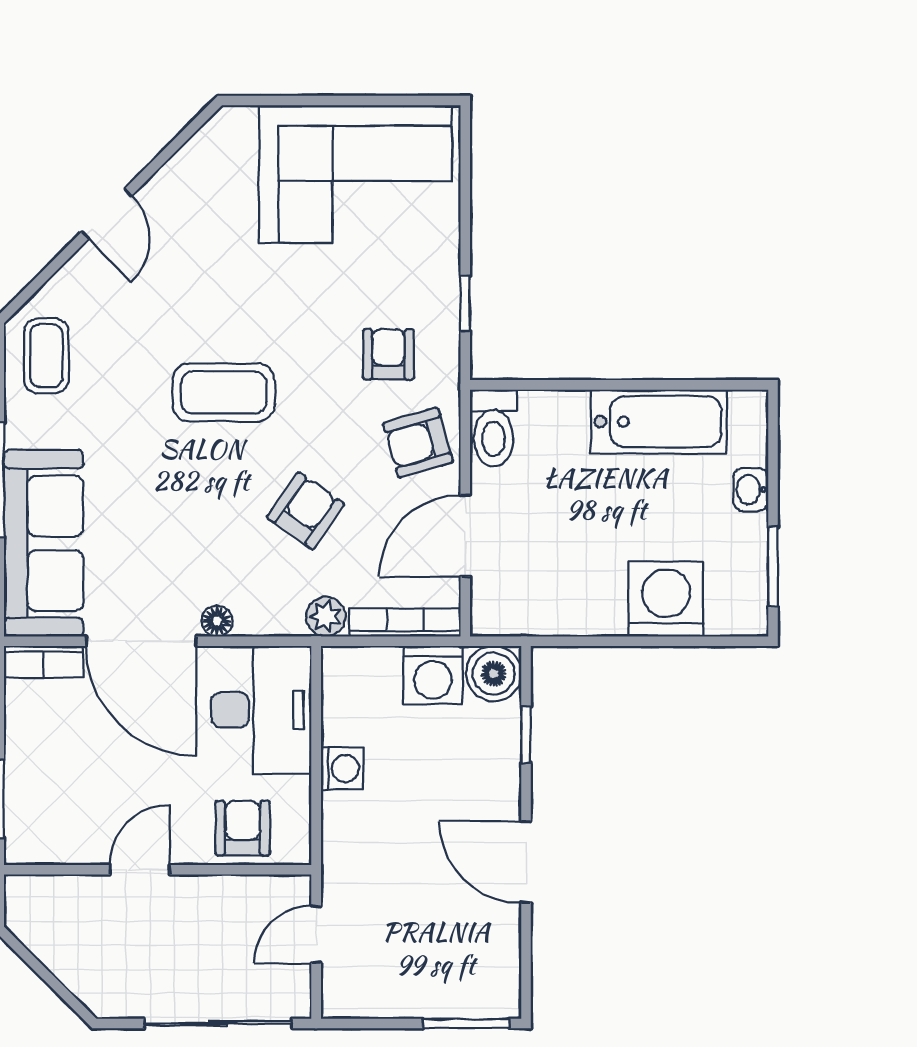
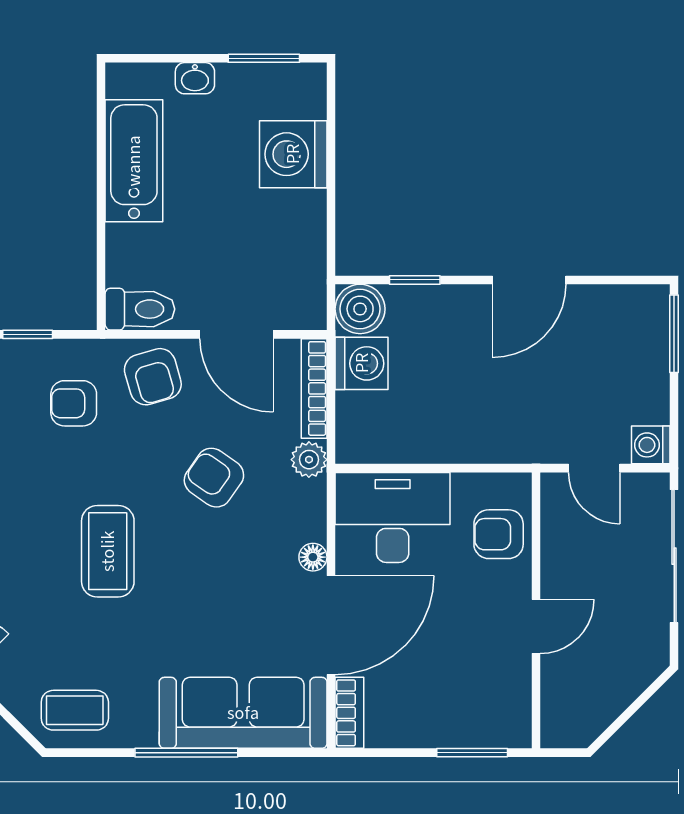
washing machine: (342, 769) -> (651, 445), moved, turned -90
door: (140, 870) -> (536, 626), swing flipped

